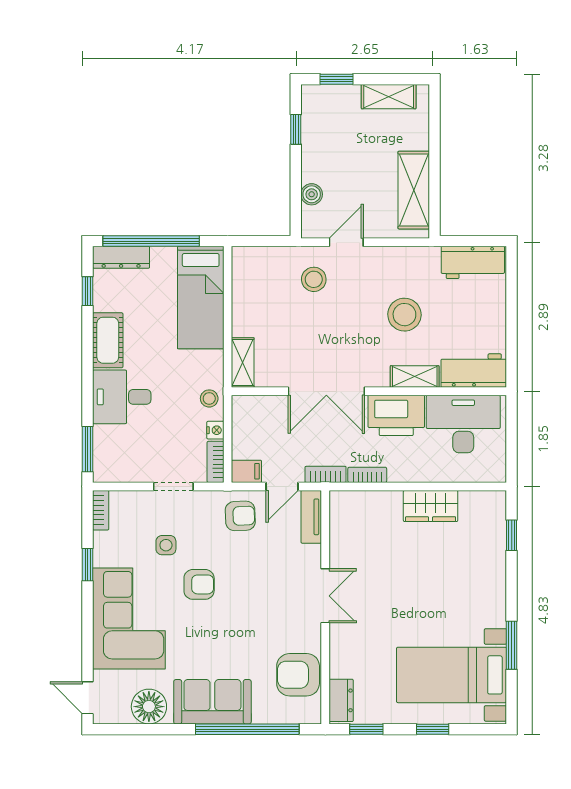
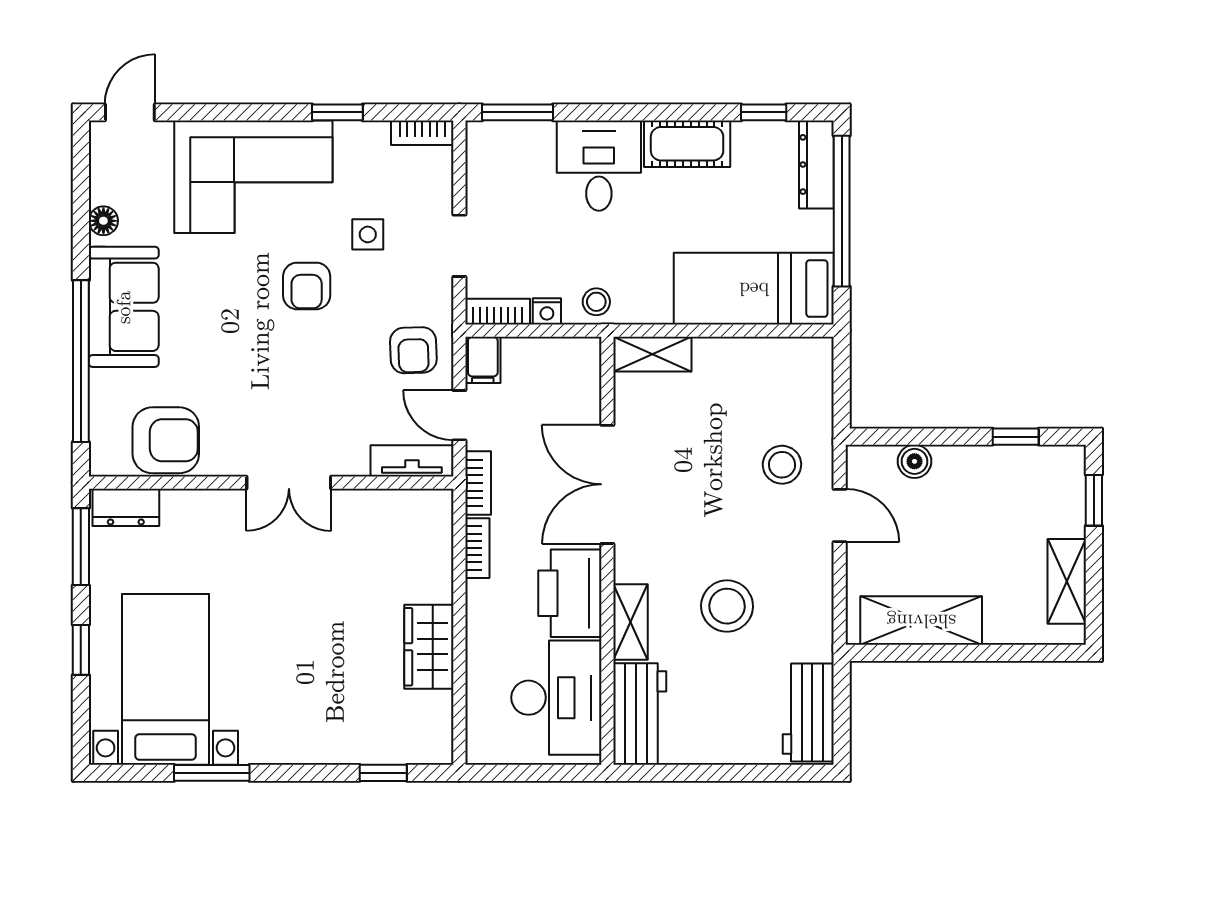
armchair: (298, 675) -> (166, 440), turned 90
floor lamp: (149, 707) -> (103, 221), width x0.53, depth x0.53
window: (366, 729) -> (81, 547), width x1.50

